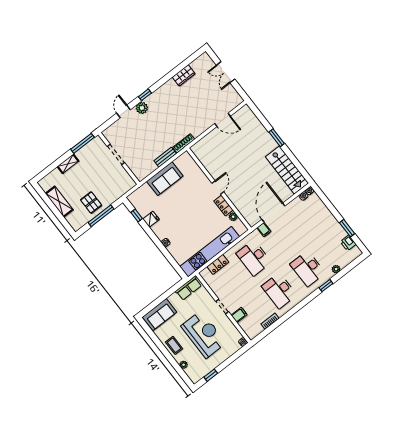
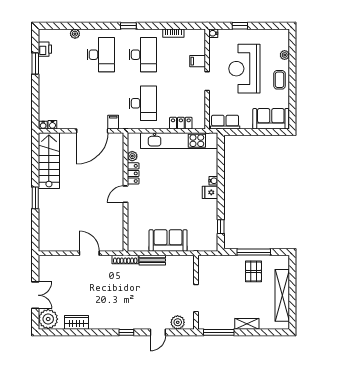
plant: (204, 63) -> (48, 319), added
plant: (142, 108) -> (178, 322), moved
door: (223, 120) -> (89, 253), moved
shelving: (59, 202) -> (282, 295), width x1.47
fridge: (151, 219) -> (210, 192), moved
window: (326, 286) -> (128, 26), moved
window: (211, 375) -> (240, 26), moved

